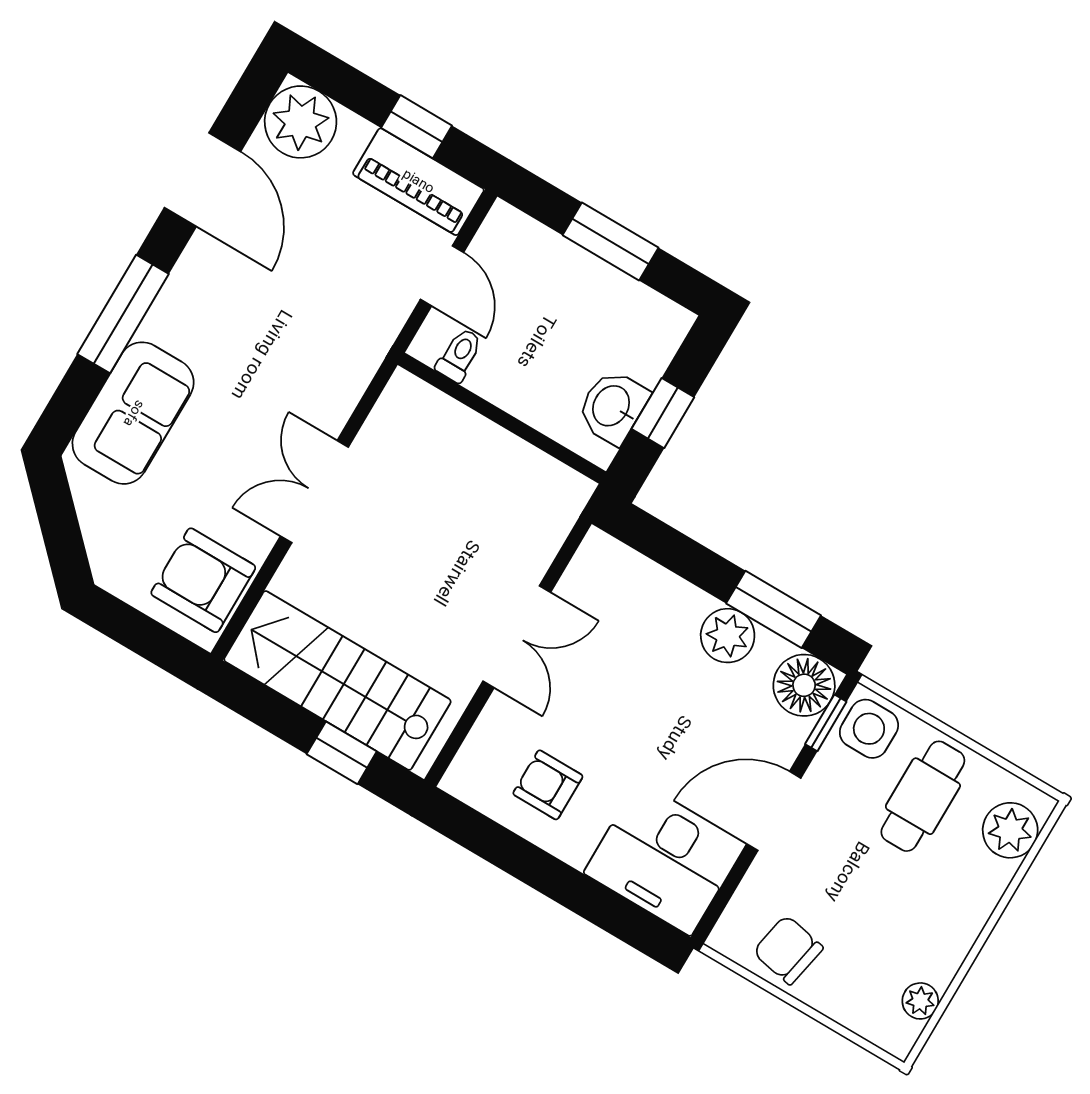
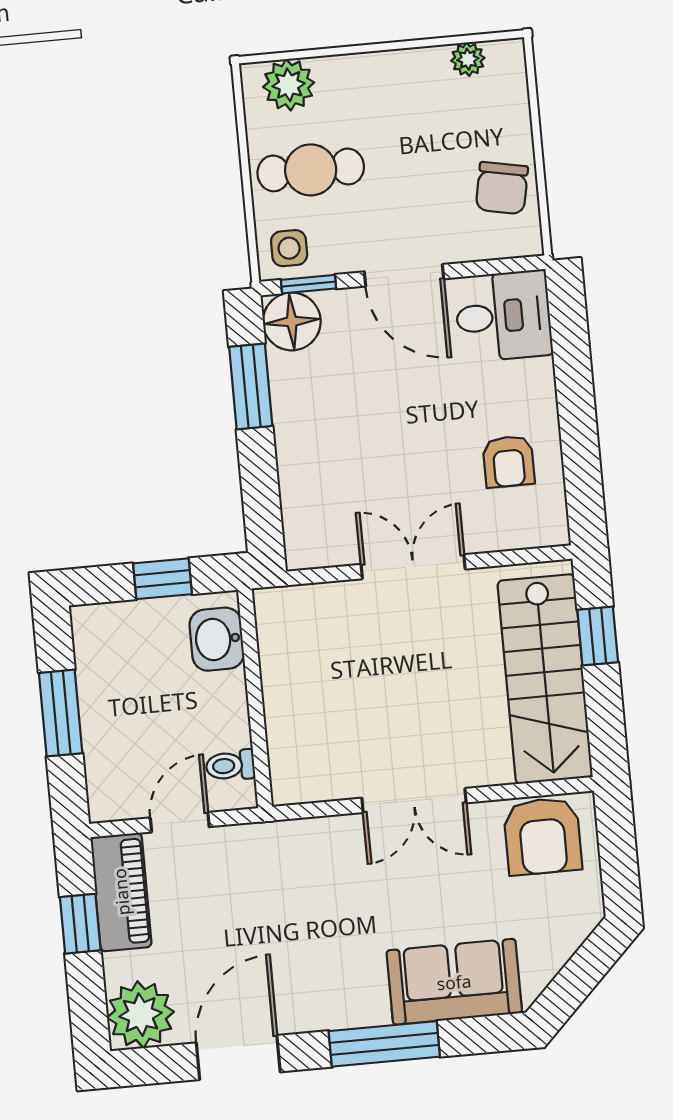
washbasin: (612, 407) -> (217, 639), moved, turned 90
plant: (728, 636) -> (296, 407), removed
side table: (869, 729) -> (289, 248), width x0.73, depth x0.73
desk: (662, 863) -> (503, 316), width x0.73

